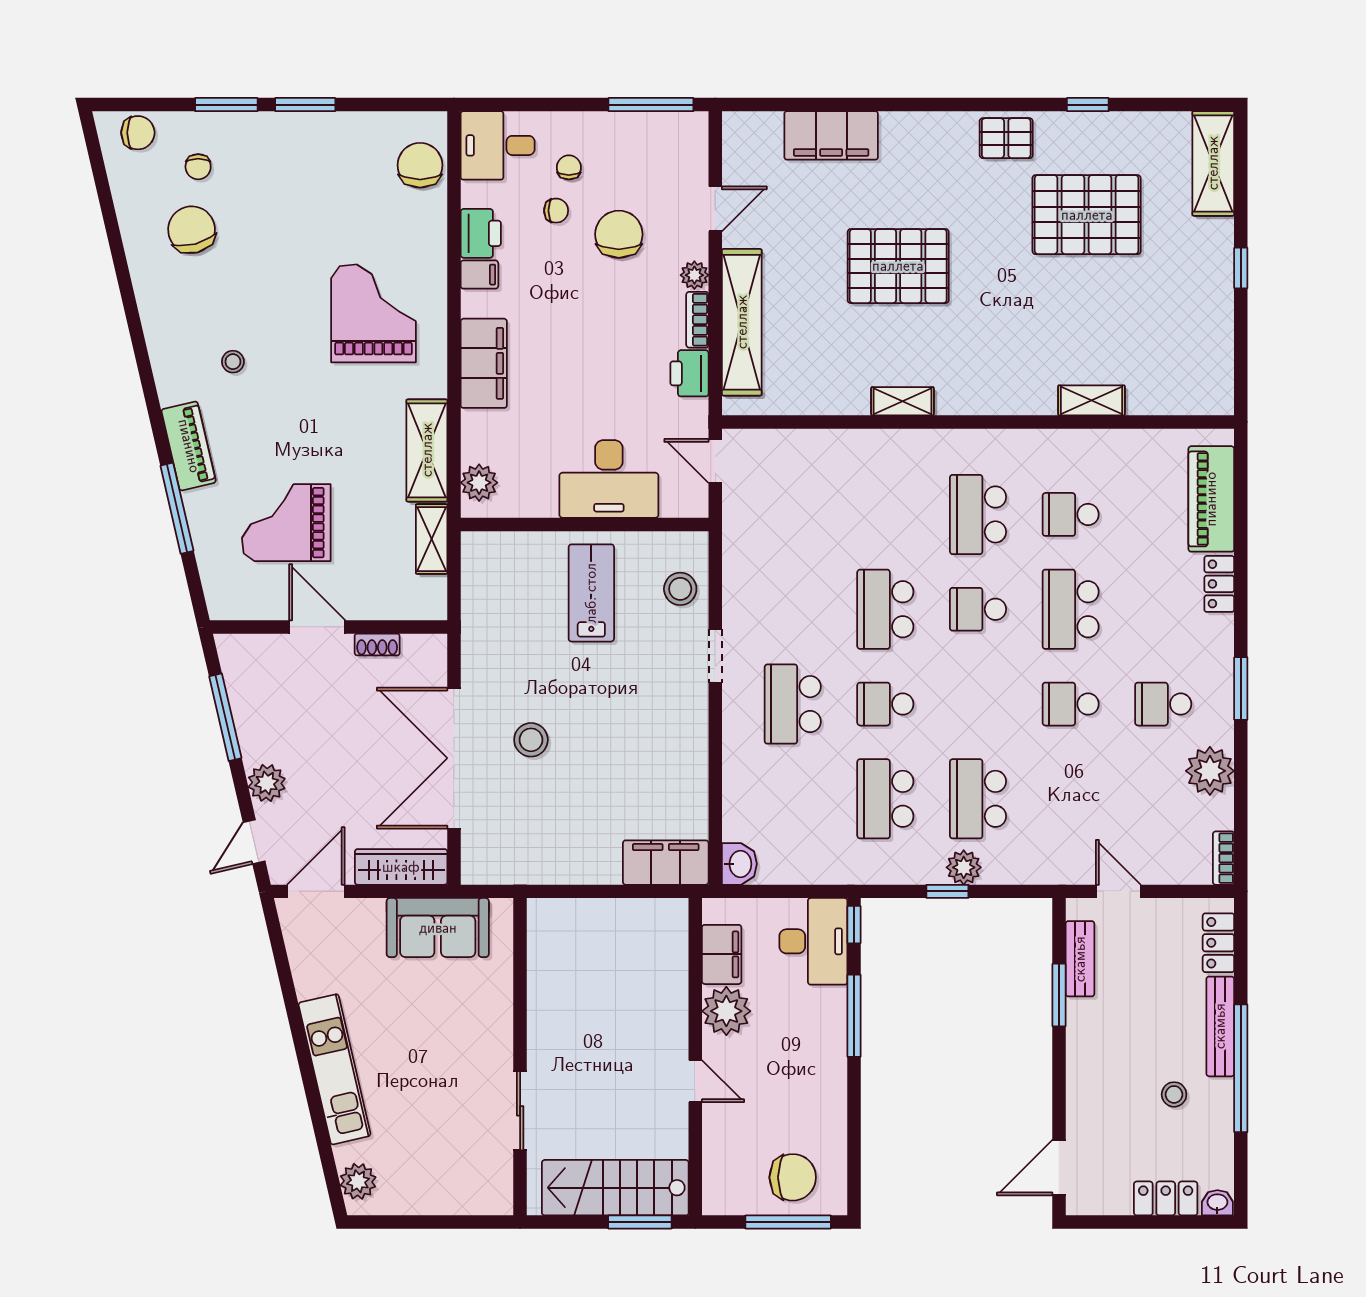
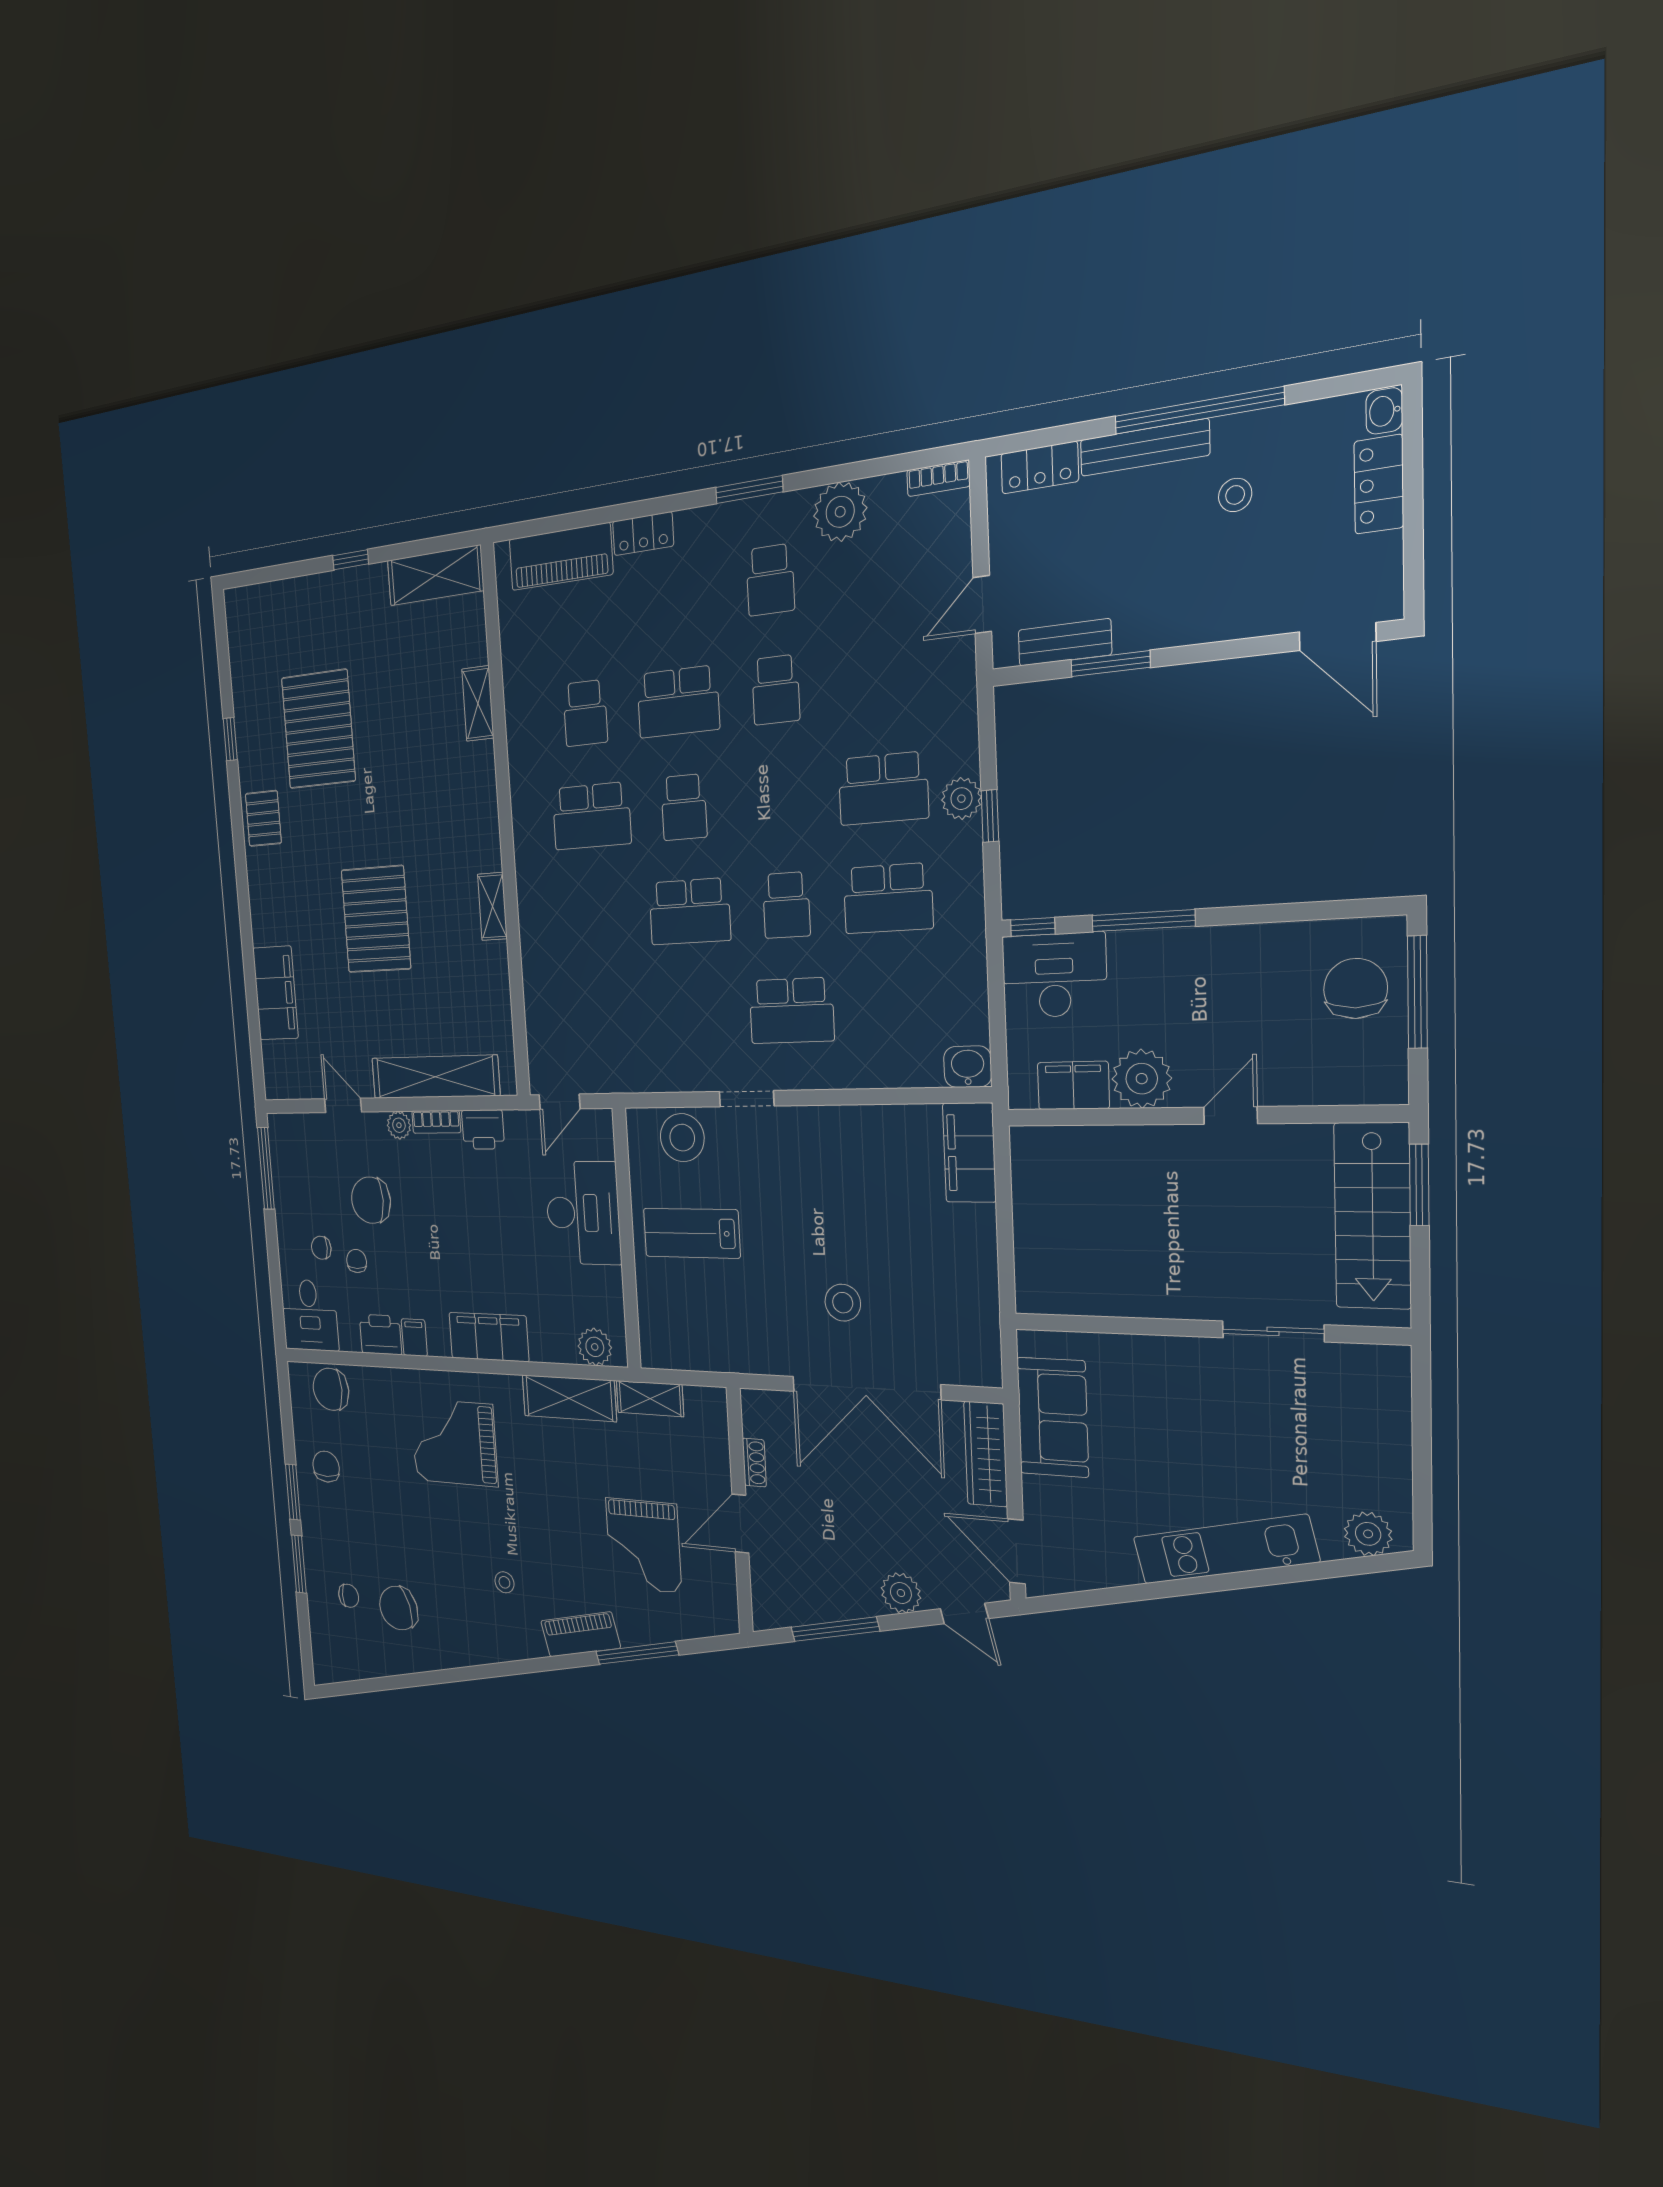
chair: (138, 133) -> (326, 1467), moved
shelving: (1213, 163) -> (435, 575), moved
stool: (680, 589) -> (682, 1138), width x1.38, depth x1.38

